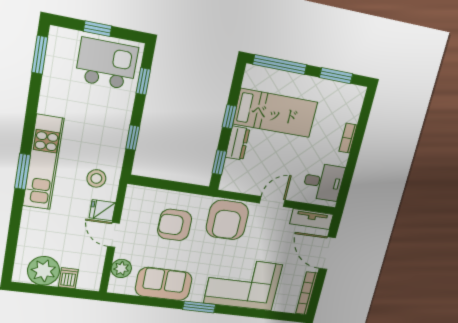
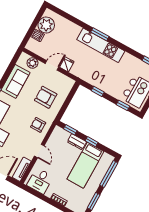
stool: (96, 178) -> (84, 67), removed
armchair: (227, 220) -> (38, 125), width x0.53, depth x0.53
armchair: (175, 225) -> (46, 97), turned -90

